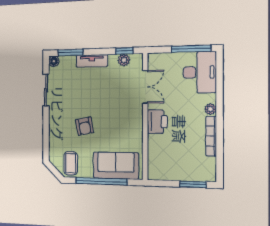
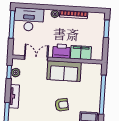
filing cabinet: (157, 149) -> (81, 53), added
sofa: (116, 166) -> (64, 71), moved, turned -90

